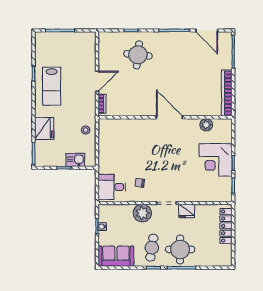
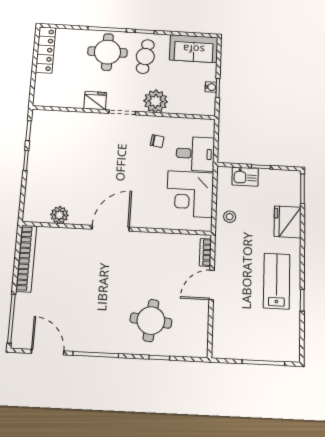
door: (169, 117) -> (111, 228), swing flipped
corner desk: (216, 160) -> (190, 194), moved, turned 180
desk: (112, 187) -> (195, 154), moved
locker: (226, 226) -> (46, 50), moved

